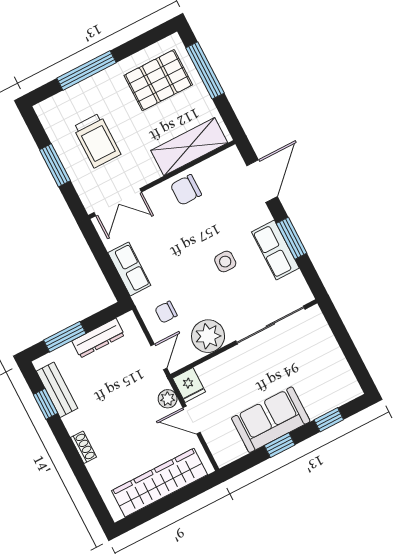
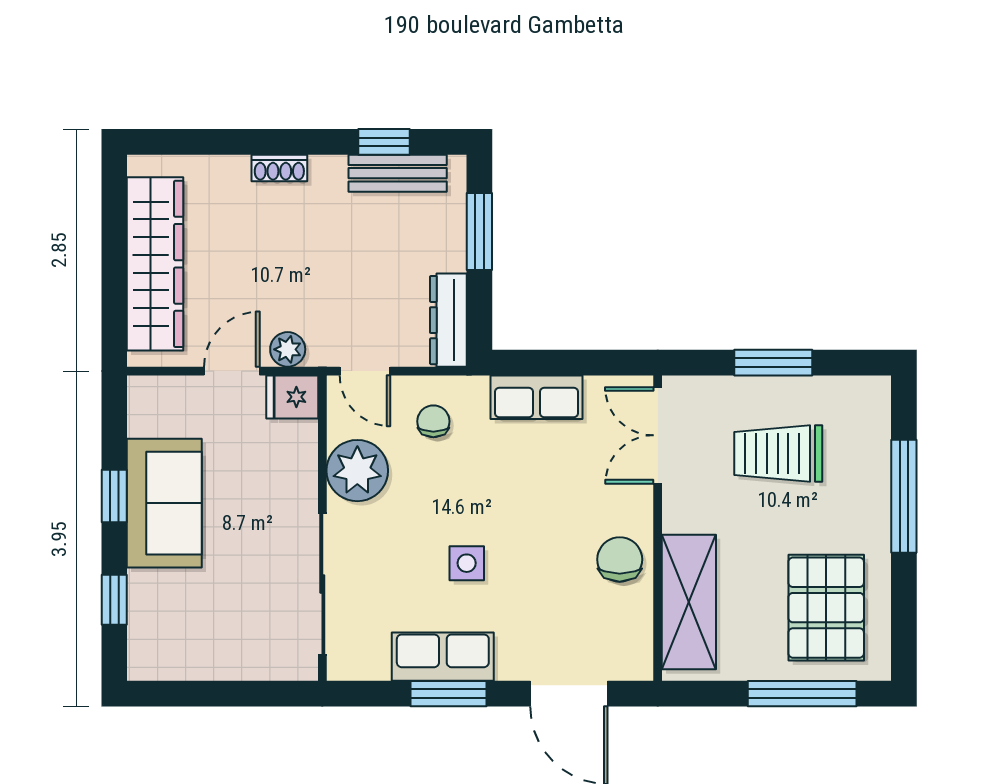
dresser: (98, 338) -> (448, 320), moved

